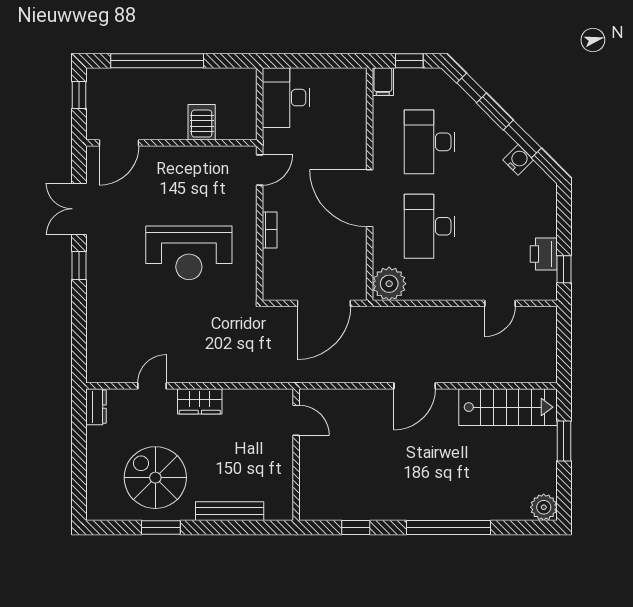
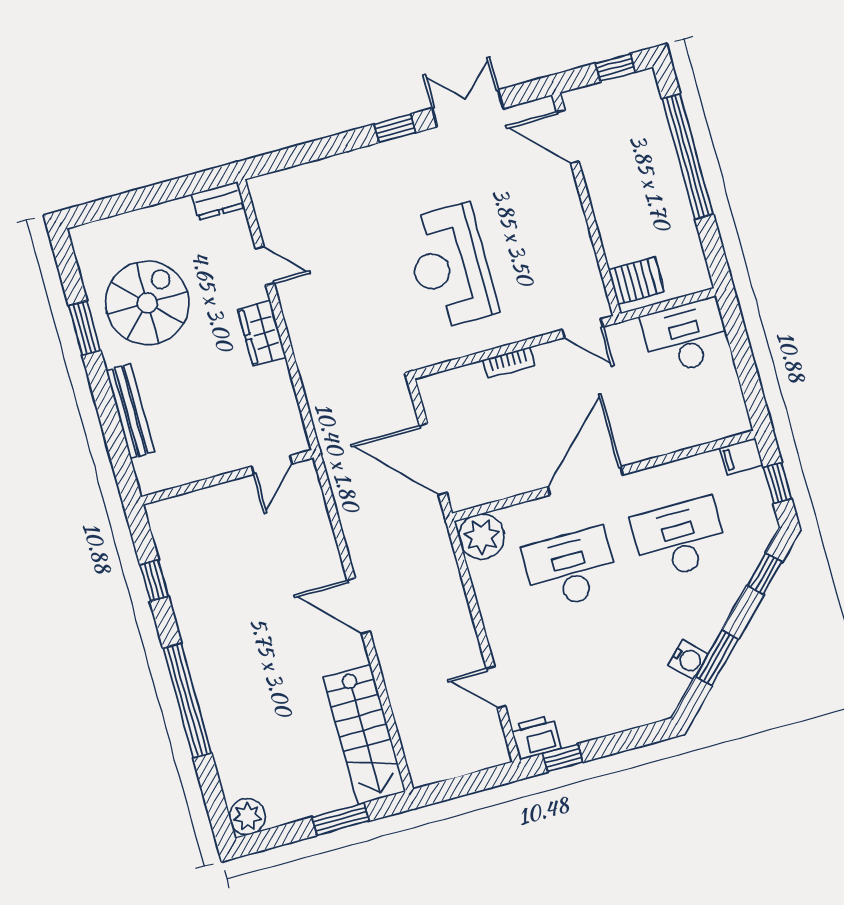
server rack: (202, 122) -> (636, 281), moved
printer: (544, 254) -> (536, 737), moved

